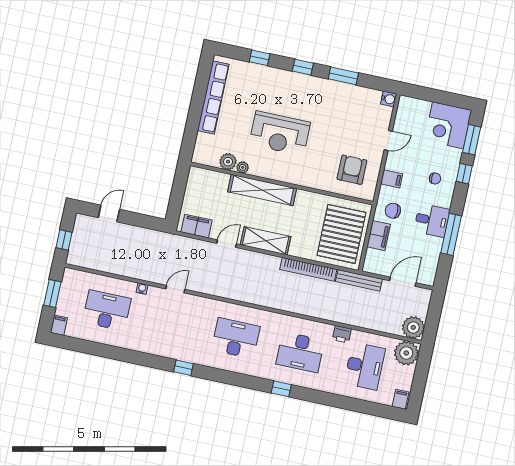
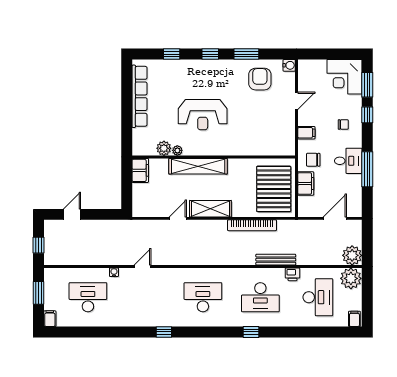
armchair: (352, 170) -> (260, 79), moved
filing cabinet: (197, 226) -> (140, 170), moved, turned 90
bench: (359, 280) -> (276, 260), moved

